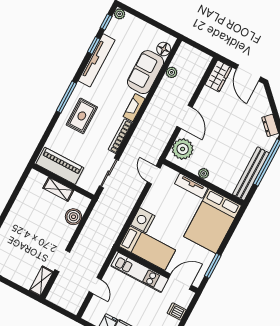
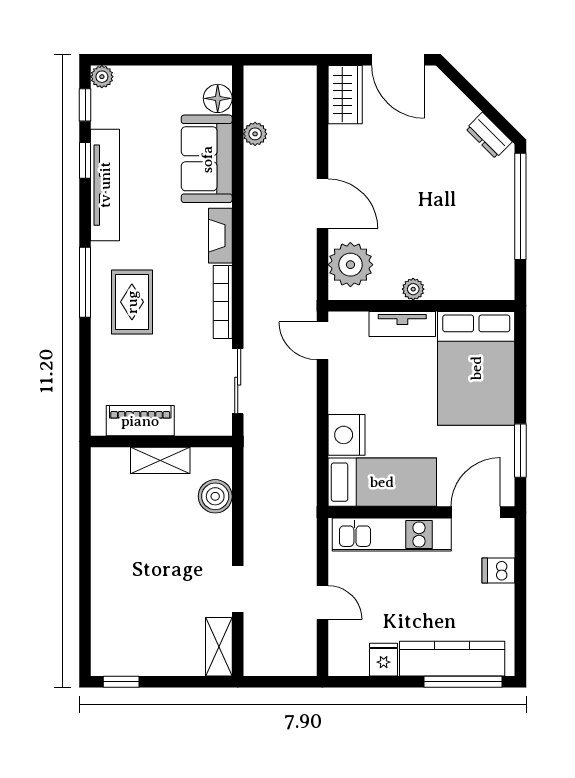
piano: (60, 166) -> (140, 421), width x0.73, depth x0.75
bench: (251, 174) -> (501, 243), removed

